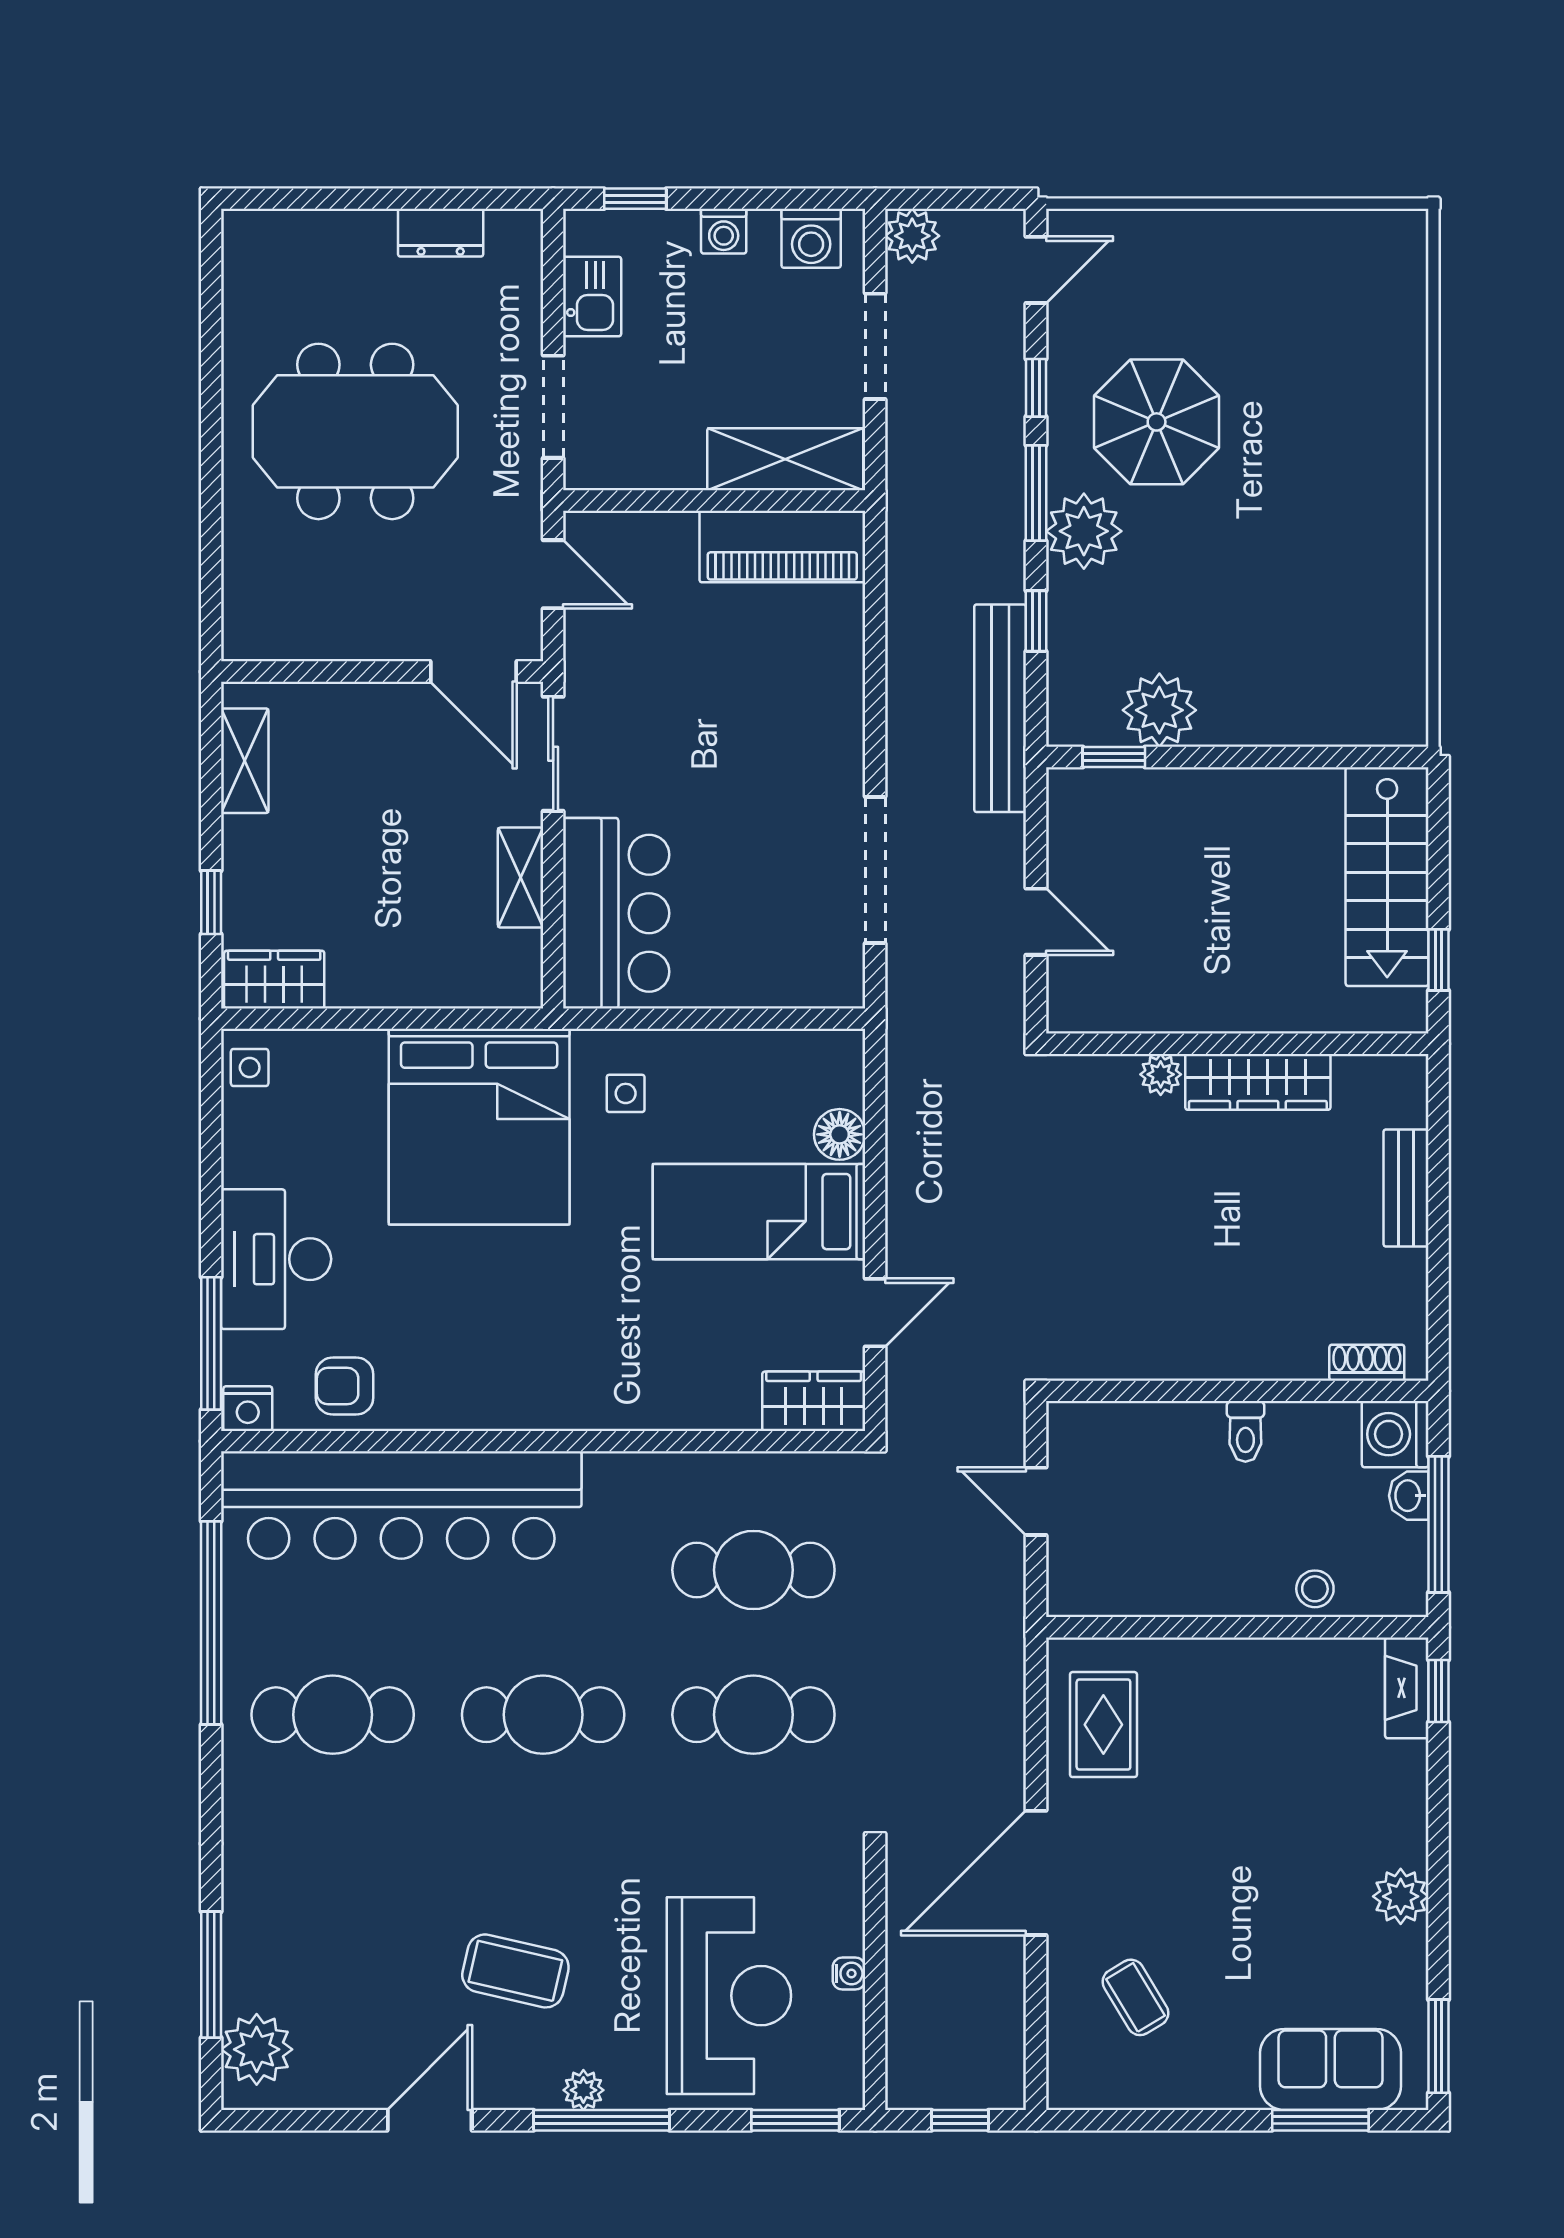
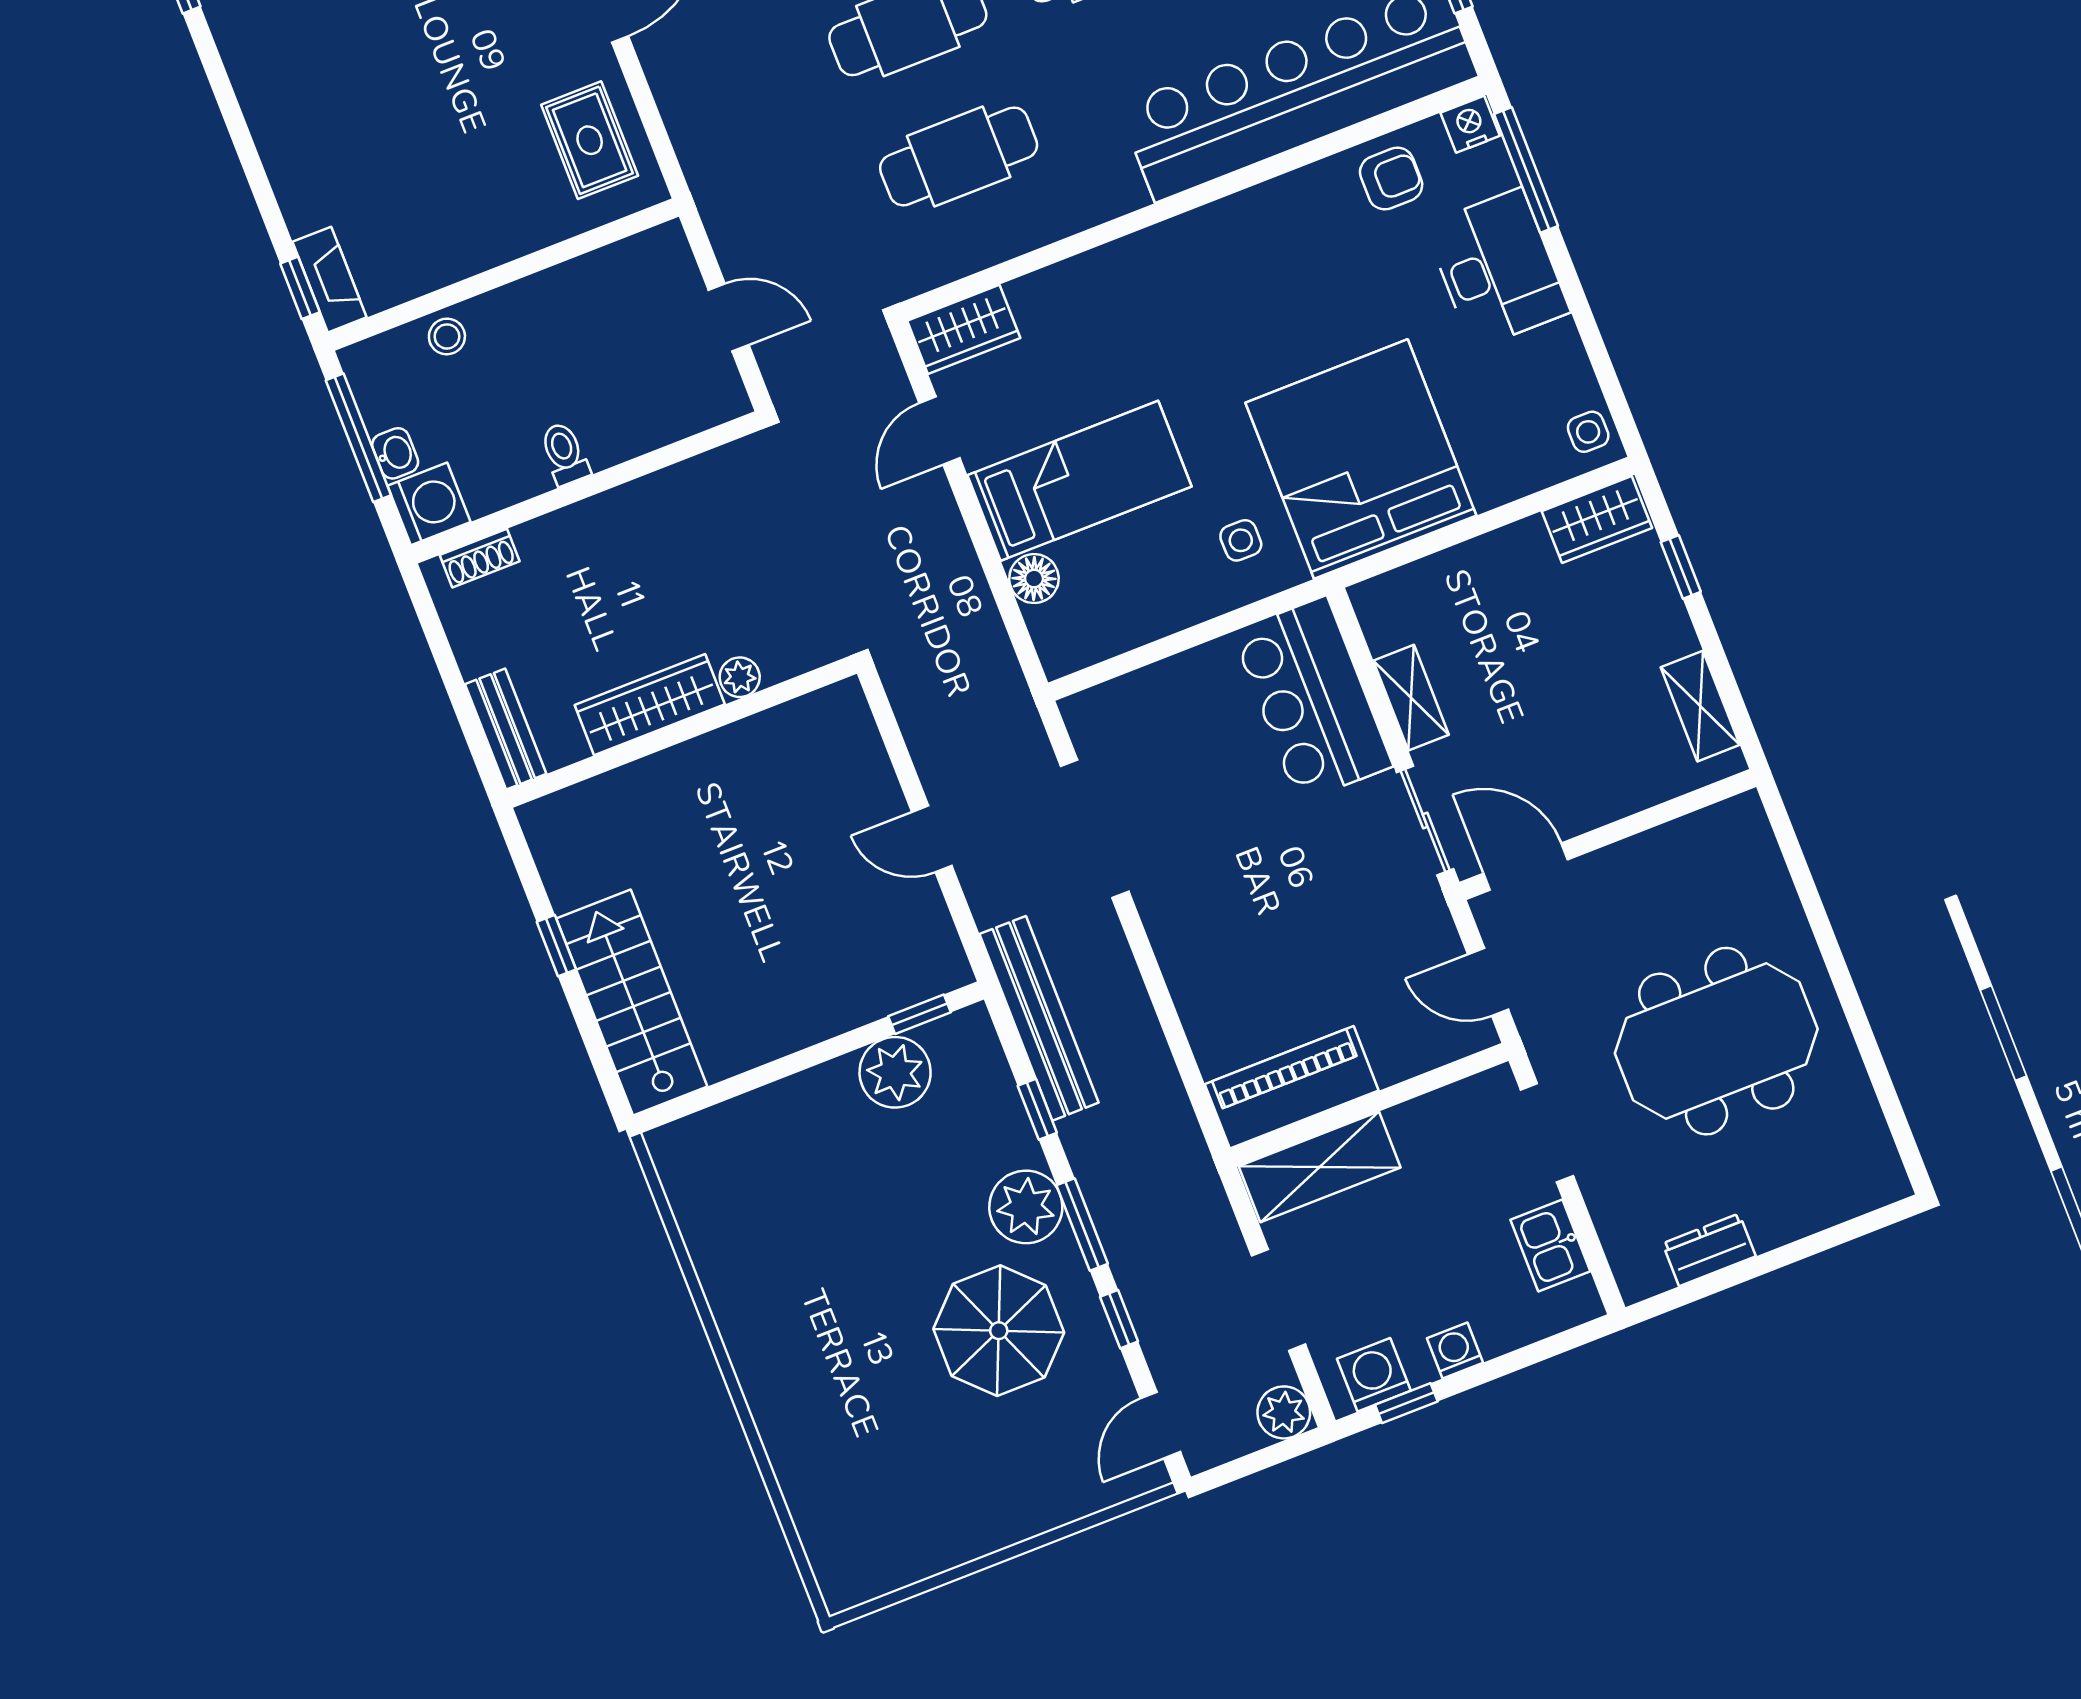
window: (635, 199) -> (1406, 1403), moved
wall: (1237, 1044) -> (682, 732), moved
plant: (1161, 1074) -> (740, 677), moved
wardrobe: (1258, 1082) -> (650, 705), moved
plant: (1401, 1896) -> (262, 90), removed

